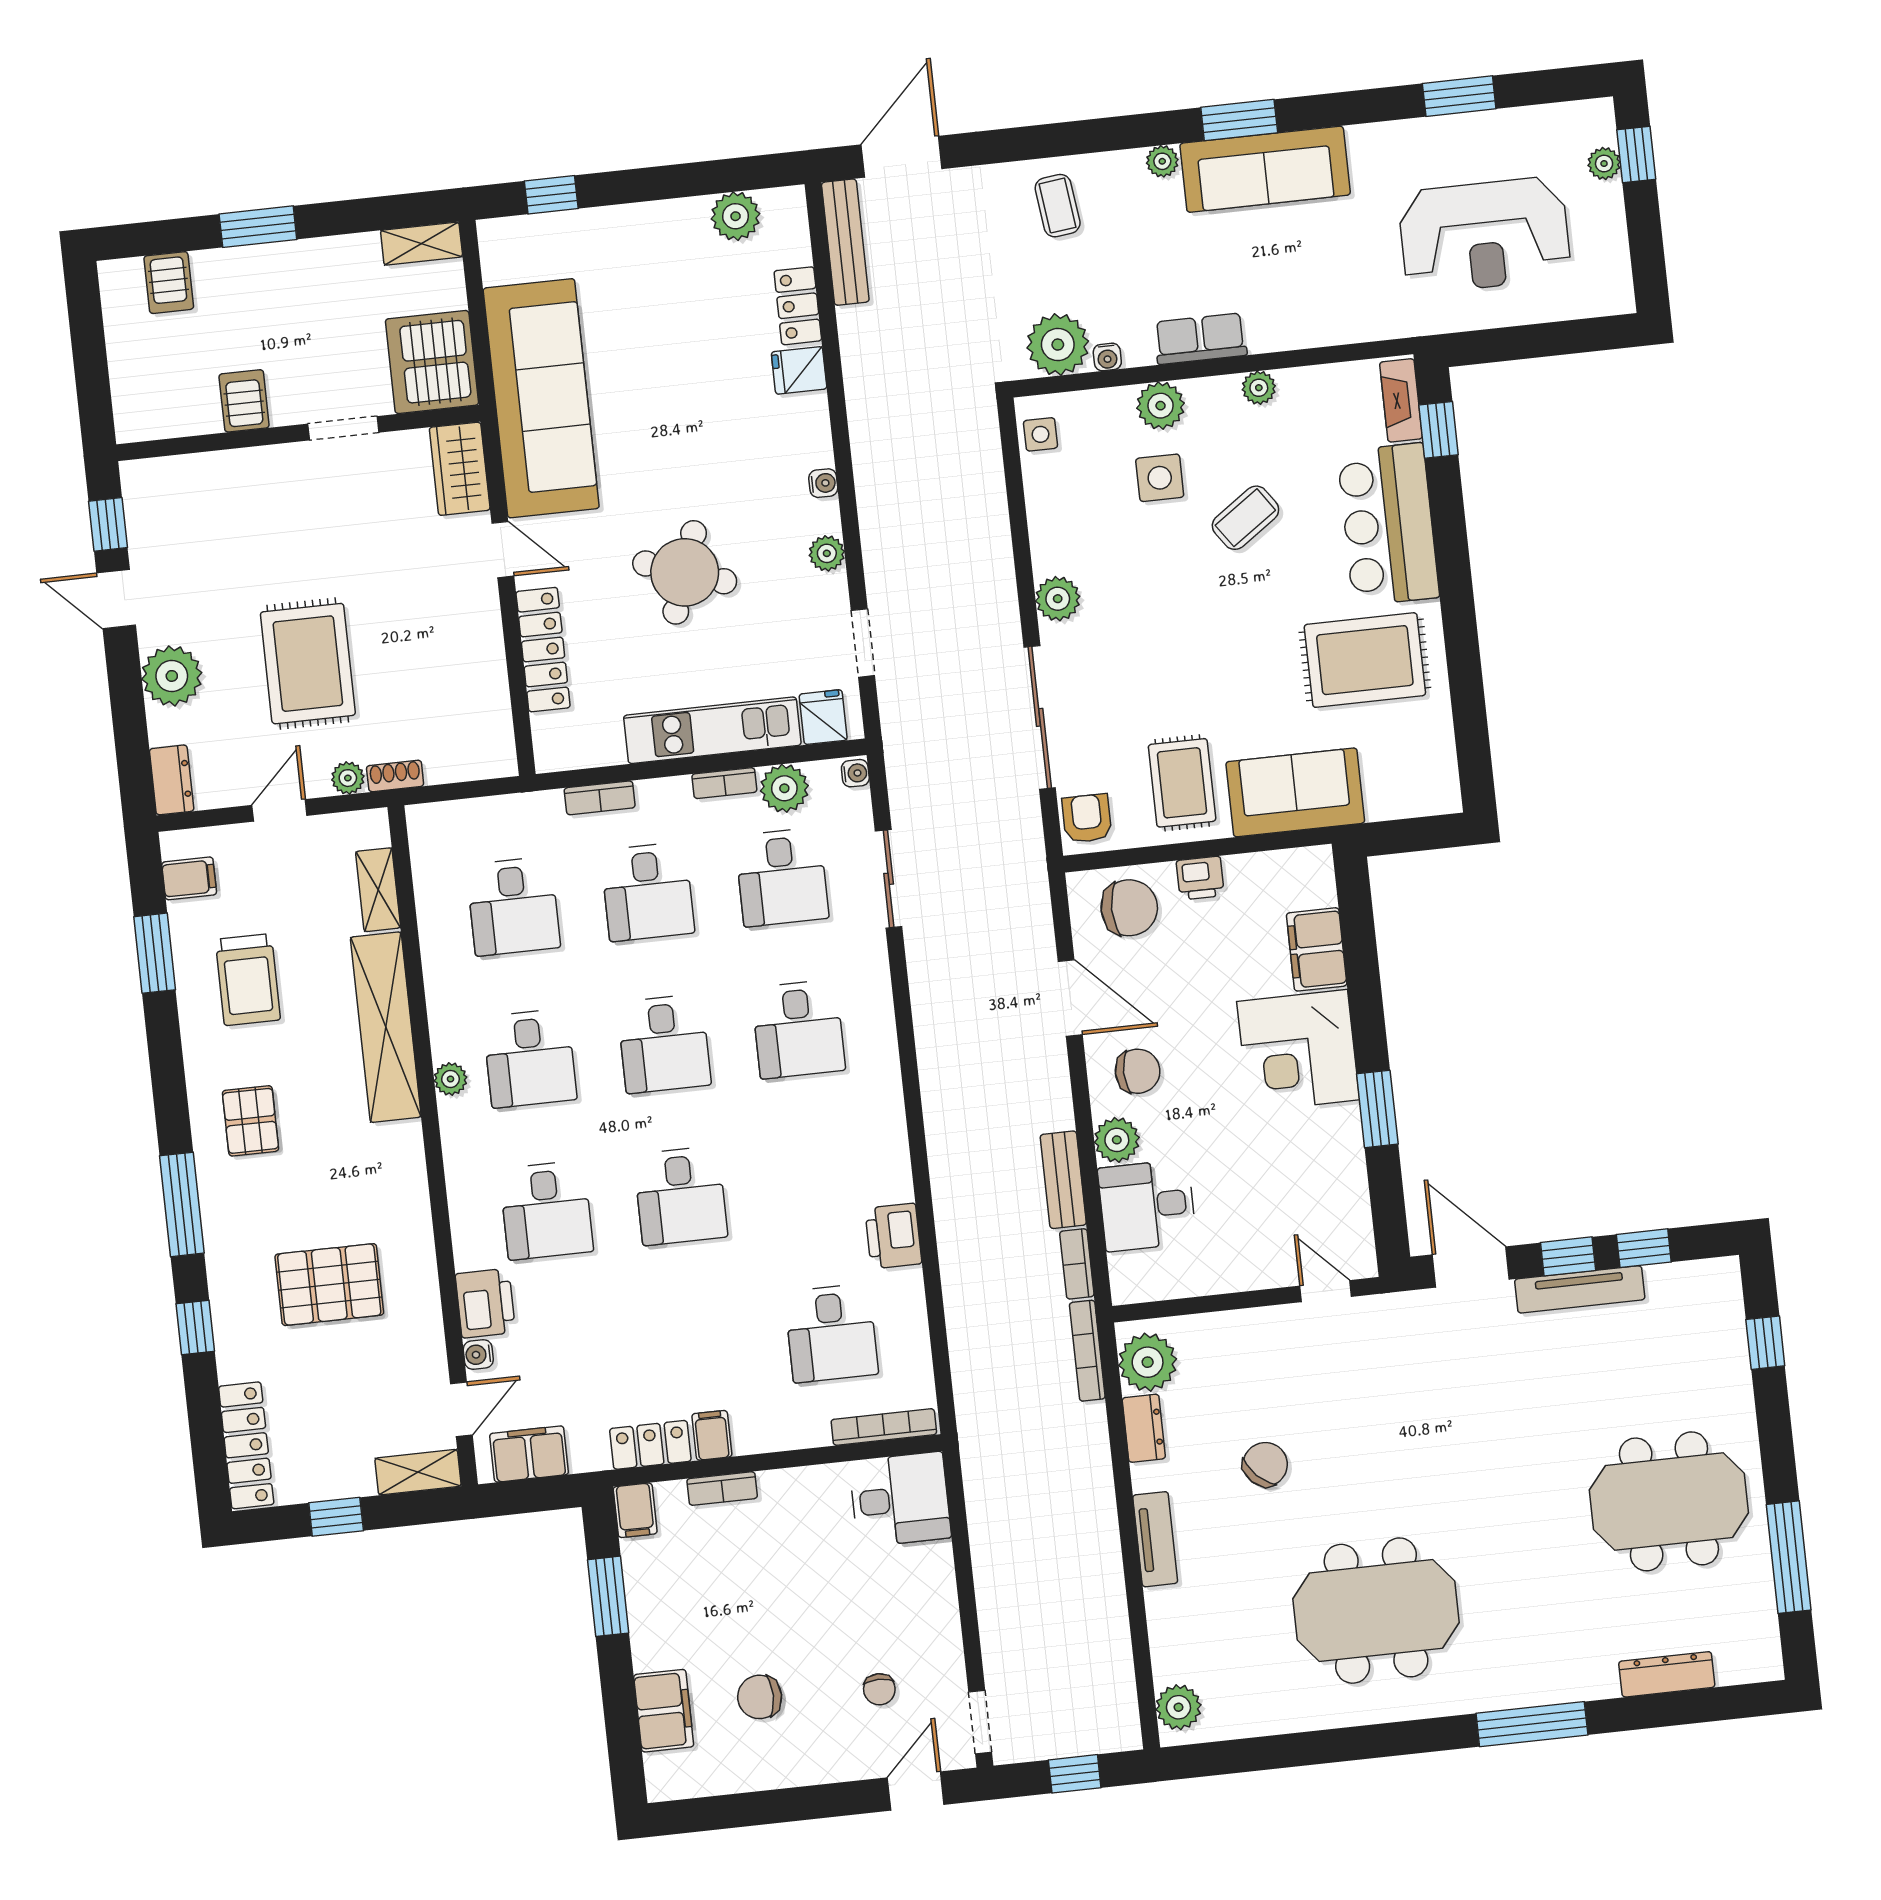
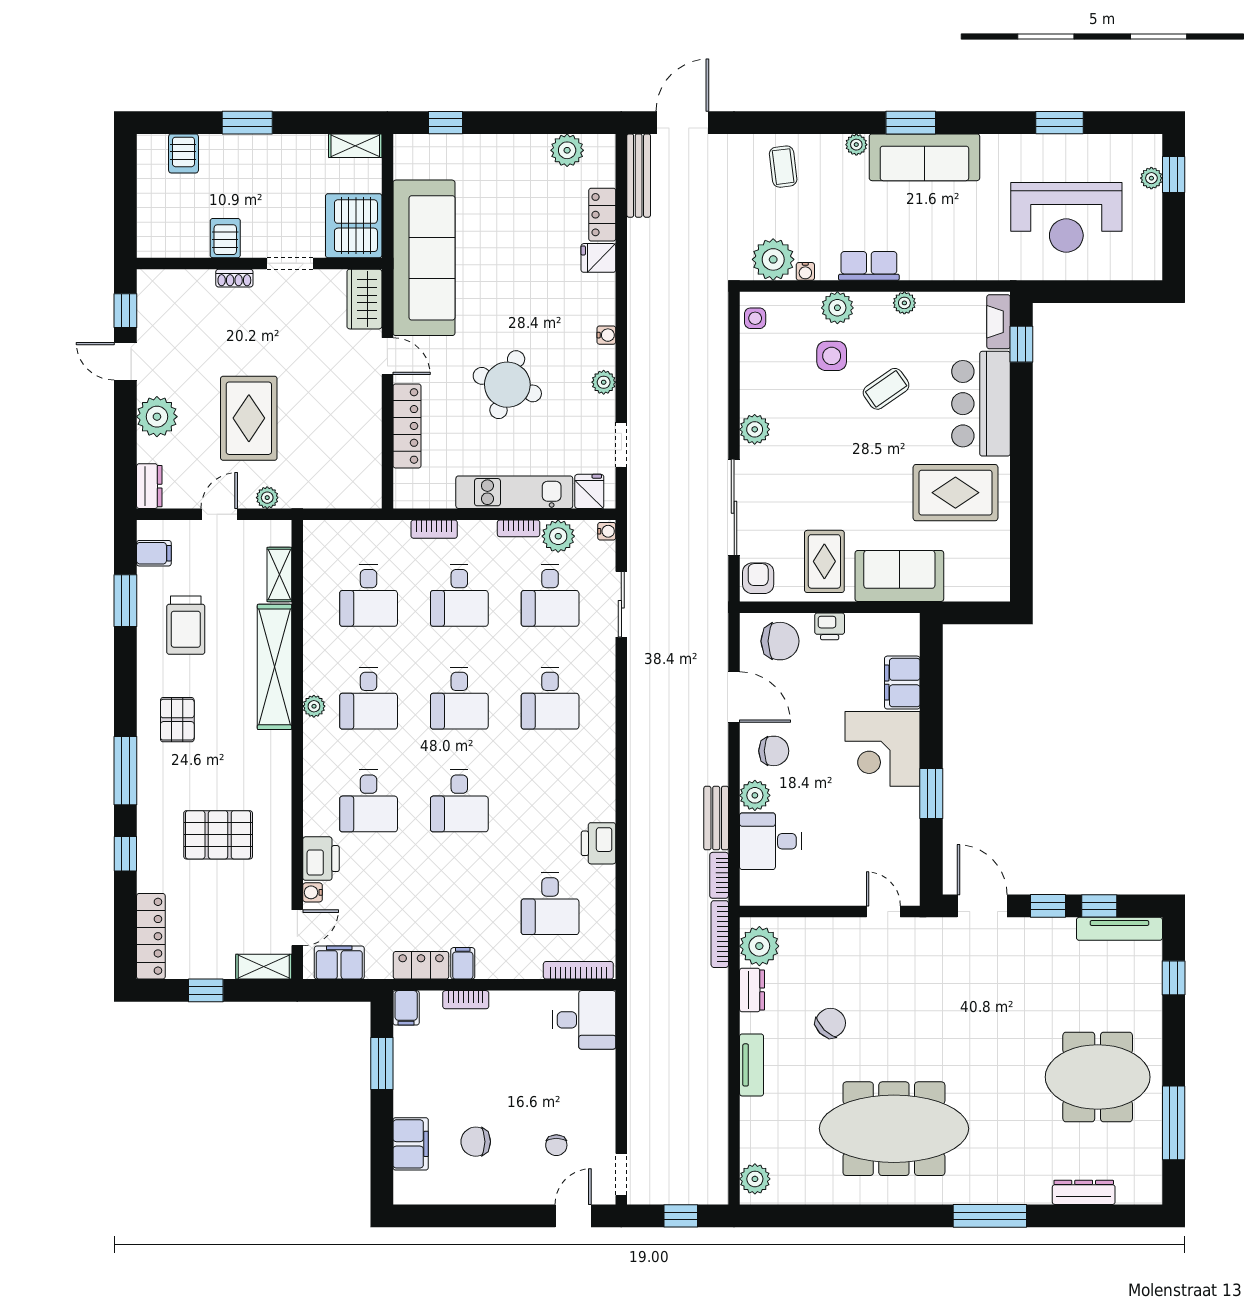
shoe rack: (395, 776) -> (234, 278), moved, turned 180
tv unit: (1580, 1289) -> (1119, 929), moved
meeting table: (1376, 1611) -> (894, 1129), width x1.36

